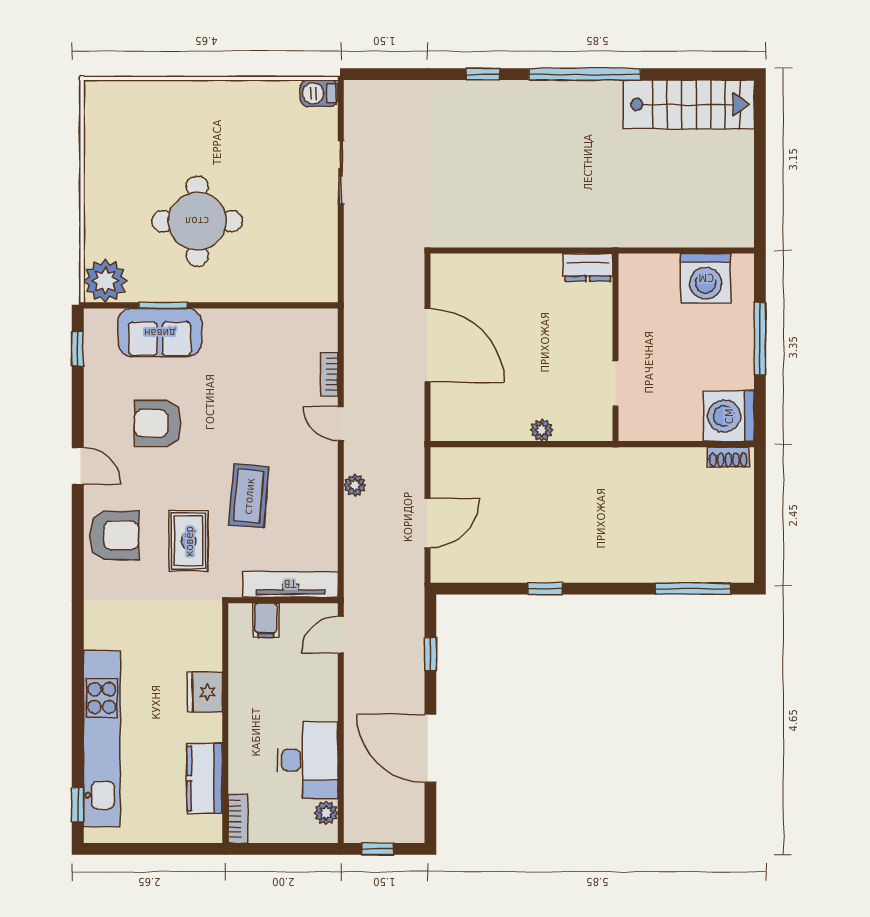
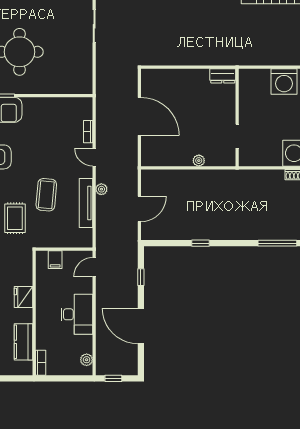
tv unit: (290, 584) -> (86, 203), moved, turned -90
desk: (308, 760) -> (77, 314), moved

